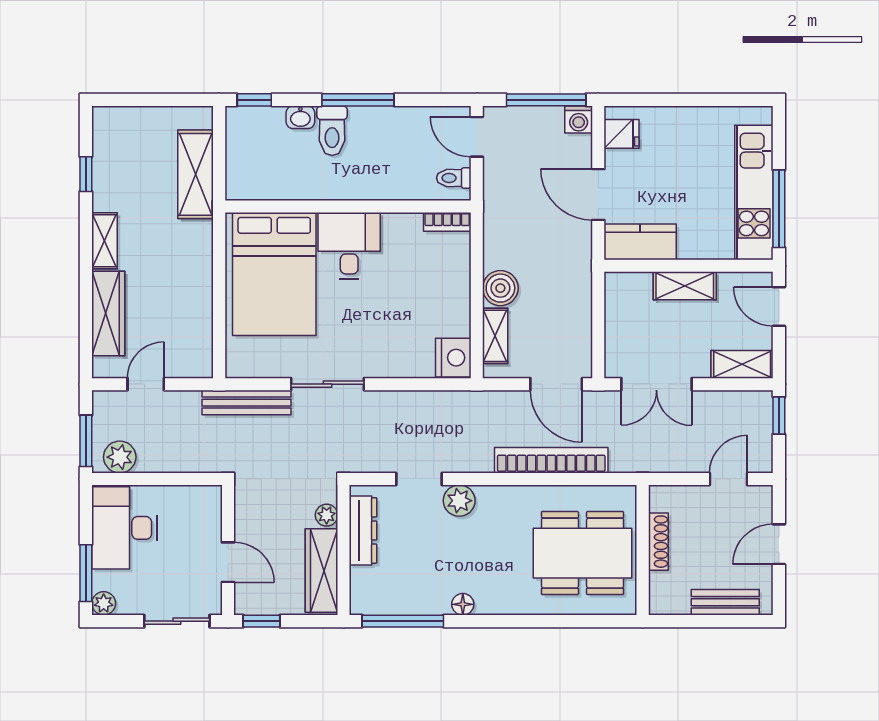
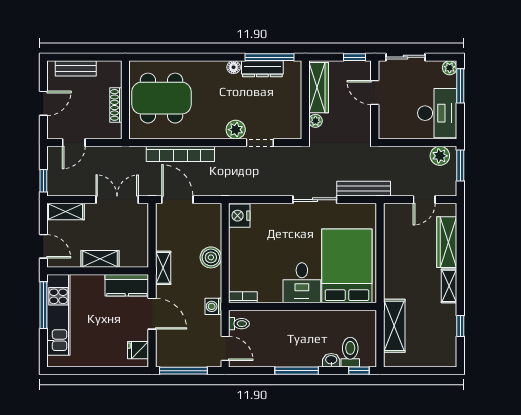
washing machine: (579, 119) -> (213, 306), moved, turned -90
toilet: (332, 131) -> (350, 352), moved
shelving: (495, 336) -> (163, 268), moved
dresser: (363, 531) -> (262, 69), moved, turned -90

